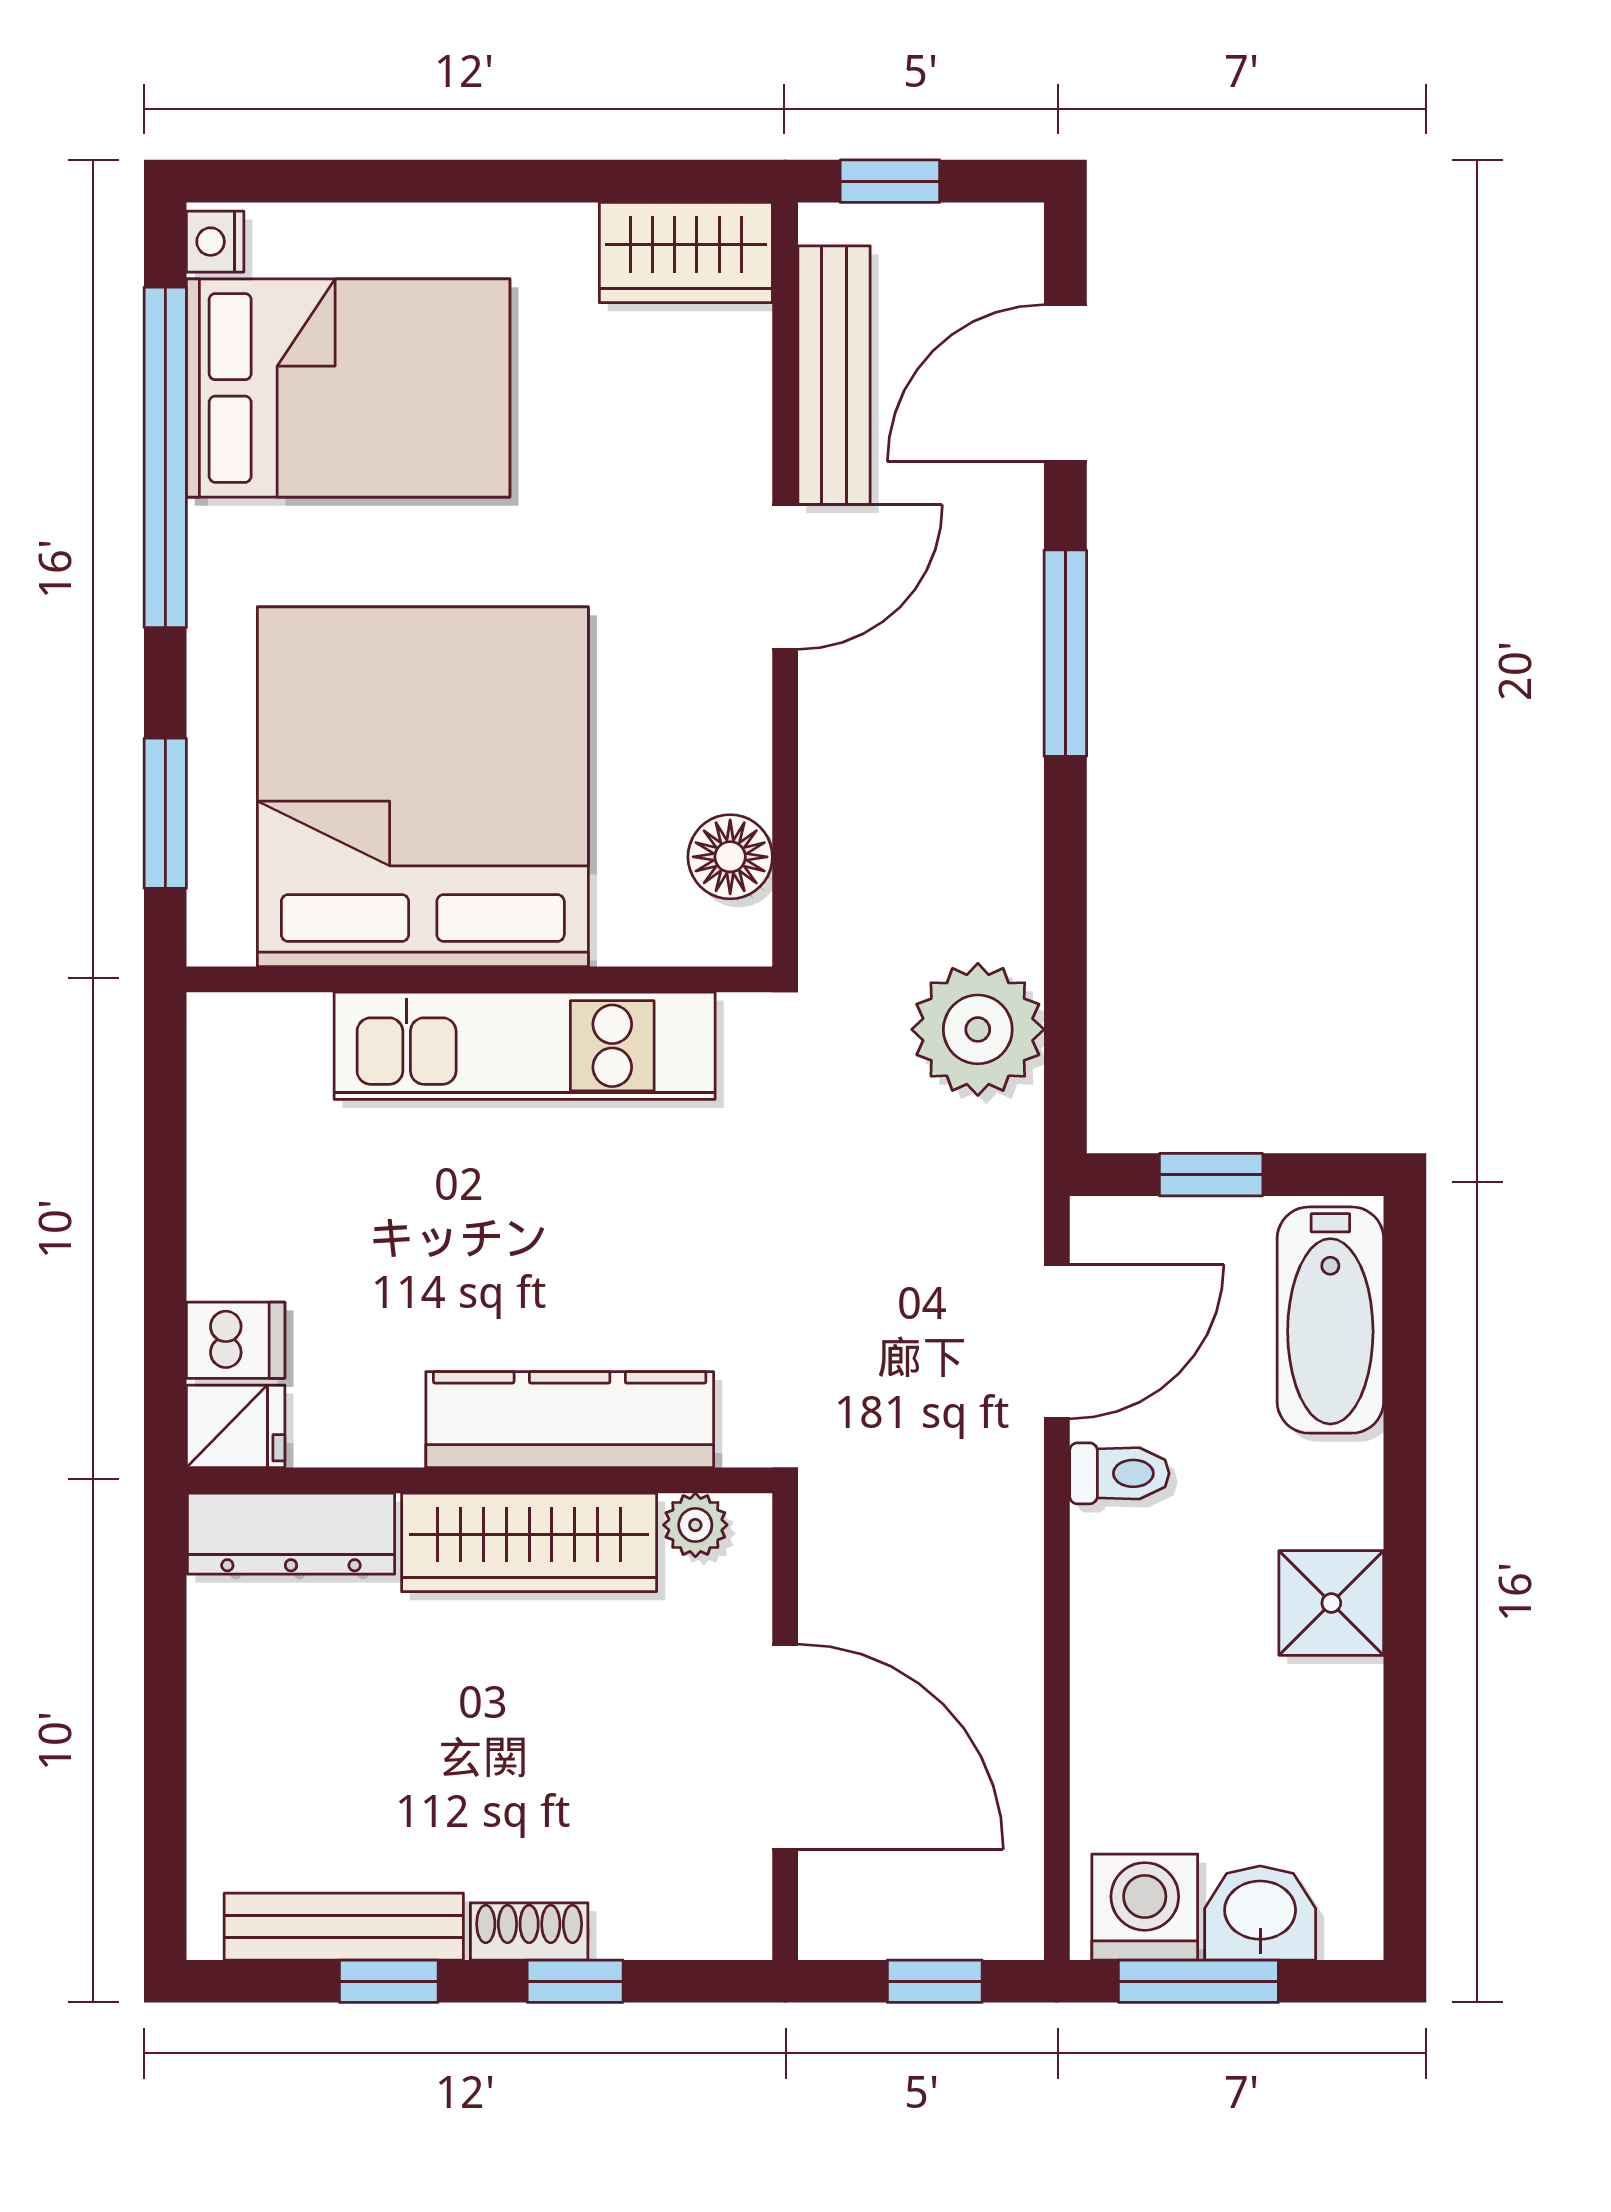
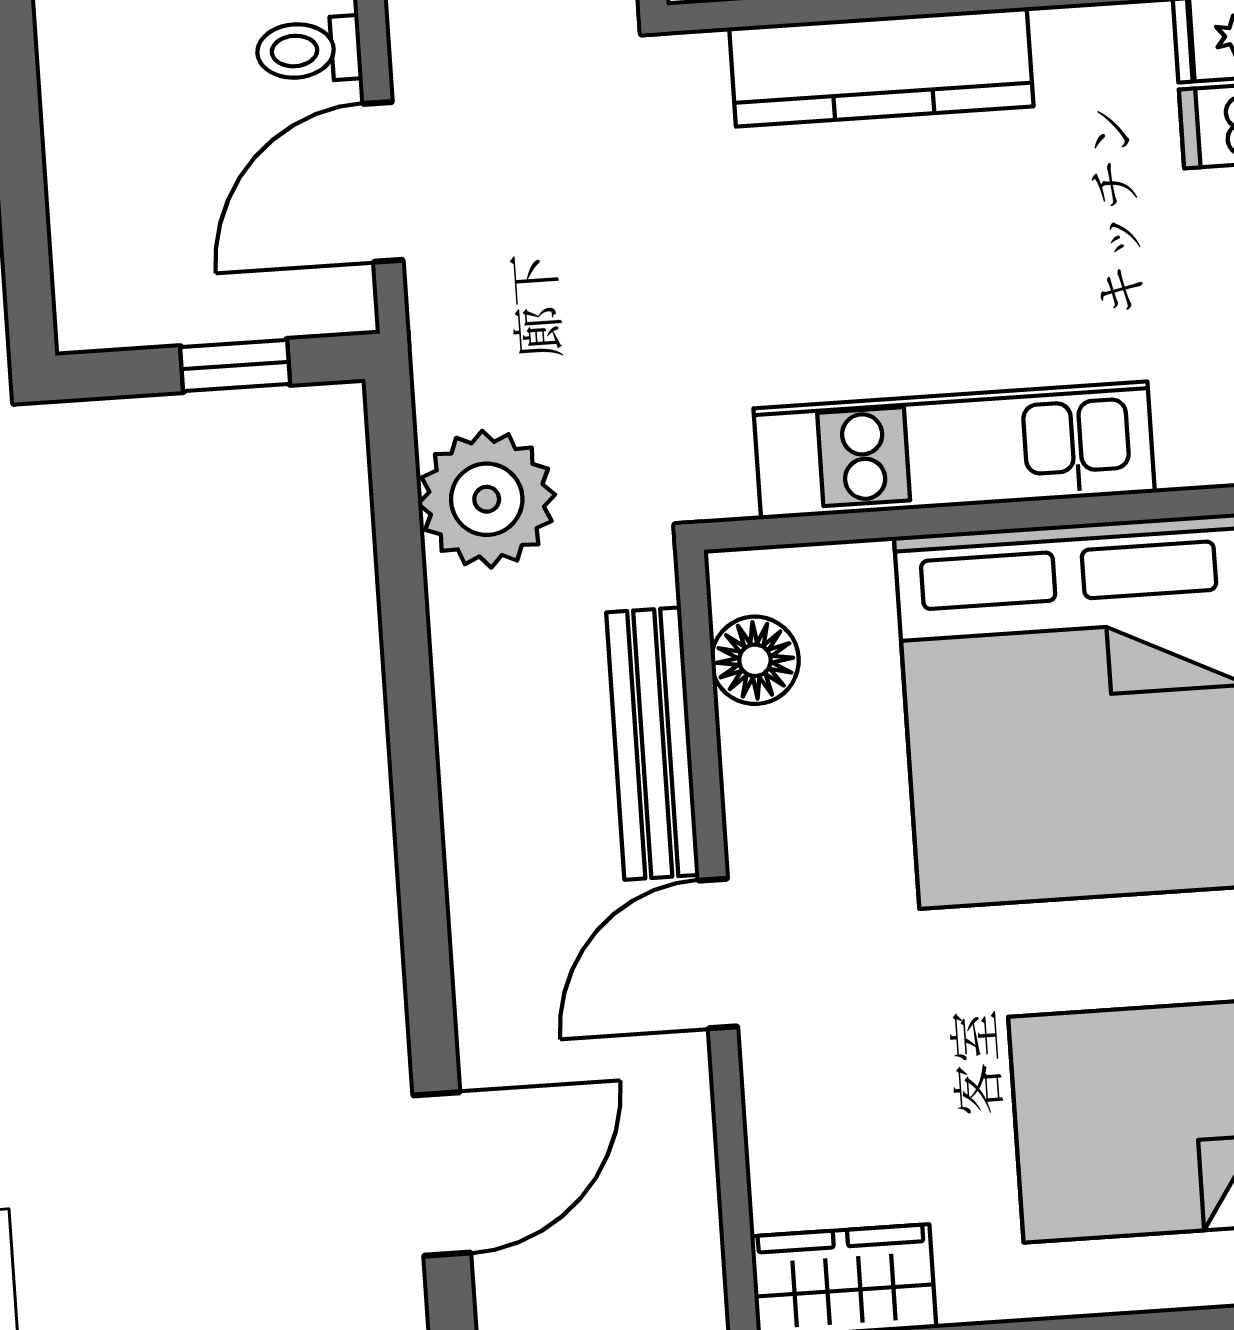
bench: (834, 375) -> (653, 744), moved
window: (1065, 653) -> (423, 895), removed
bathtub: (1330, 1320) -> (102, 224), removed

